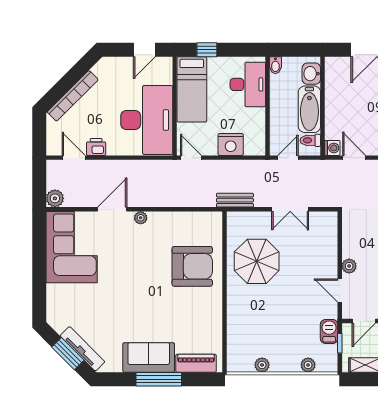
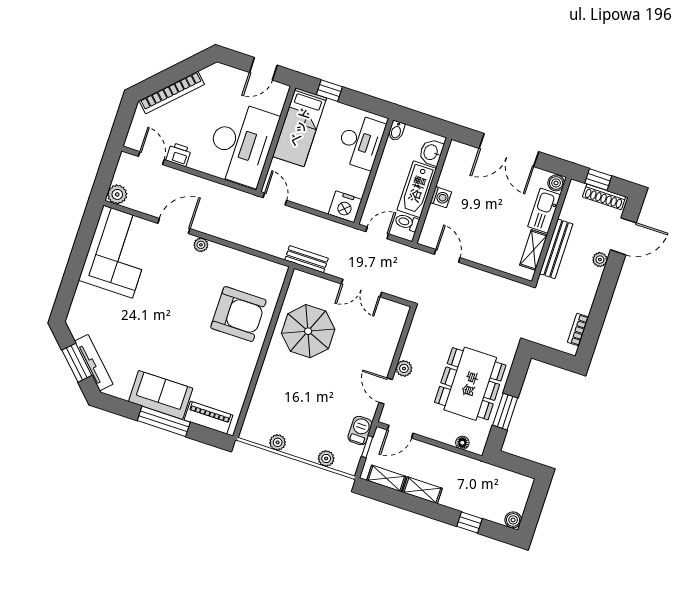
nightstand: (231, 144) -> (345, 207), moved
washing machine: (332, 148) -> (441, 197), moved

